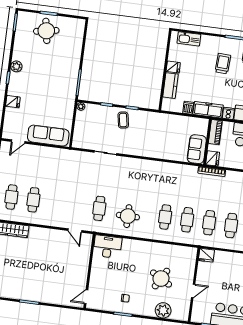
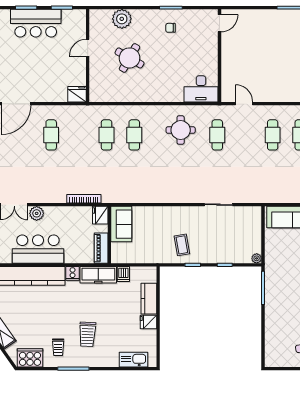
coffee table: (123, 120) -> (182, 245), moved
piano: (215, 132) -> (101, 248), moved
wall: (207, 142) -> (109, 235), moved
sofa: (197, 149) -> (121, 224), moved
fridge: (213, 158) -> (100, 215), moved
cafe table: (209, 223) -> (273, 135), moved

